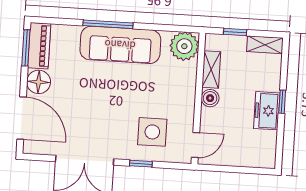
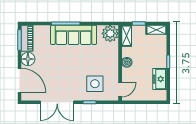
shelving: (211, 69) -> (127, 36), moved
freezer: (267, 111) -> (160, 79), moved

